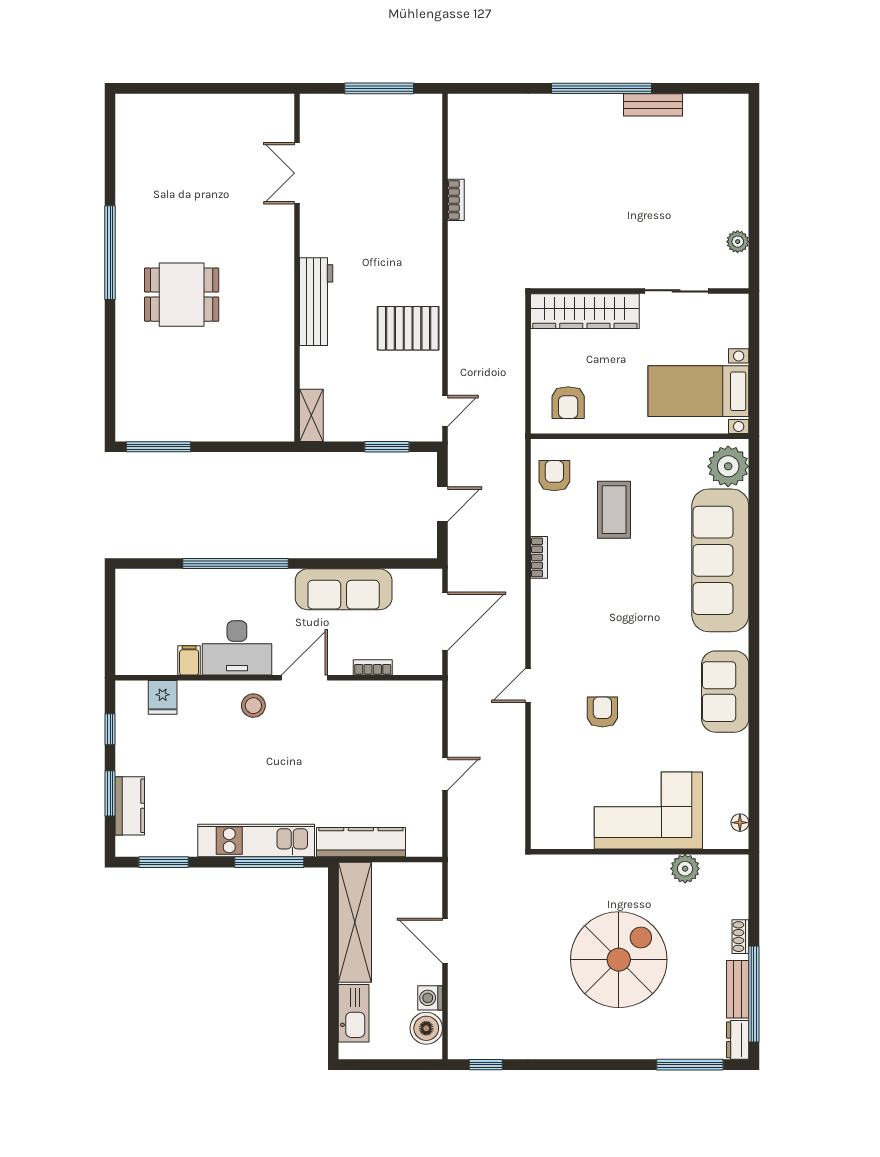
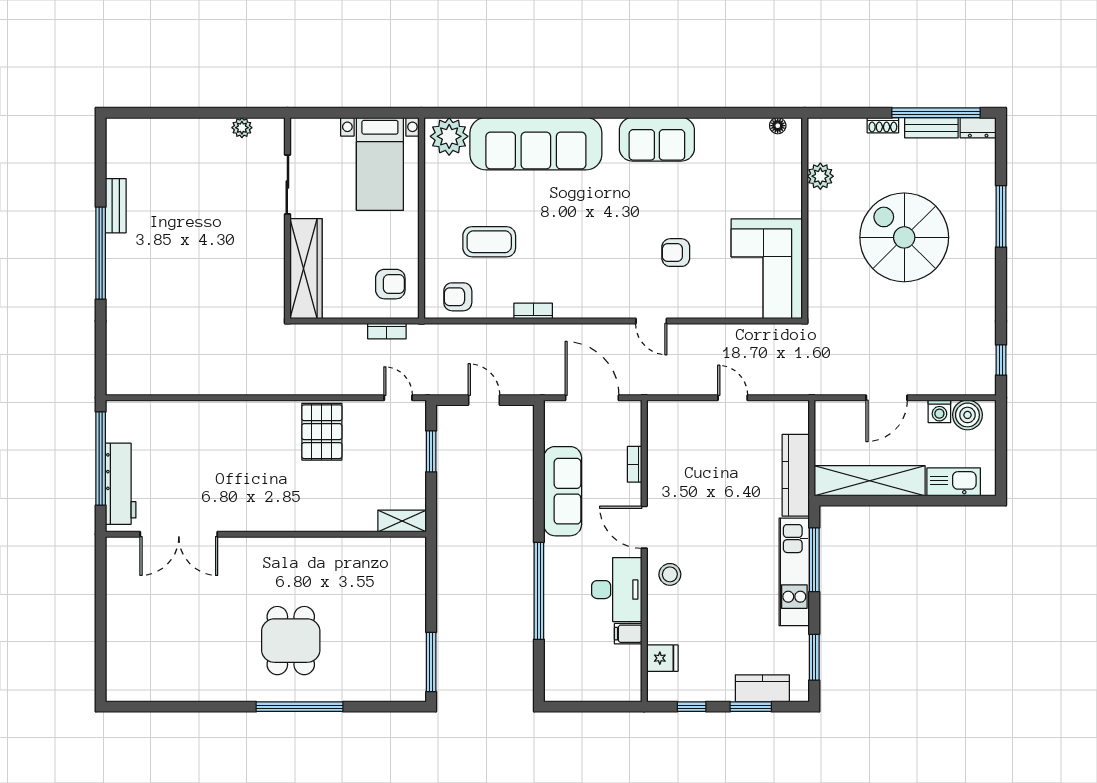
window: (379, 88) -> (101, 458), width x1.46
double door: (297, 173) -> (179, 534), width x1.37
bookcase: (456, 200) -> (387, 331), moved, turned 180
window: (110, 253) -> (300, 707), moved
workbench: (316, 302) -> (121, 484), moved, turned 90
corner sofa: (648, 811) -> (767, 269), moved
window: (690, 1065) -> (1001, 216), moved

